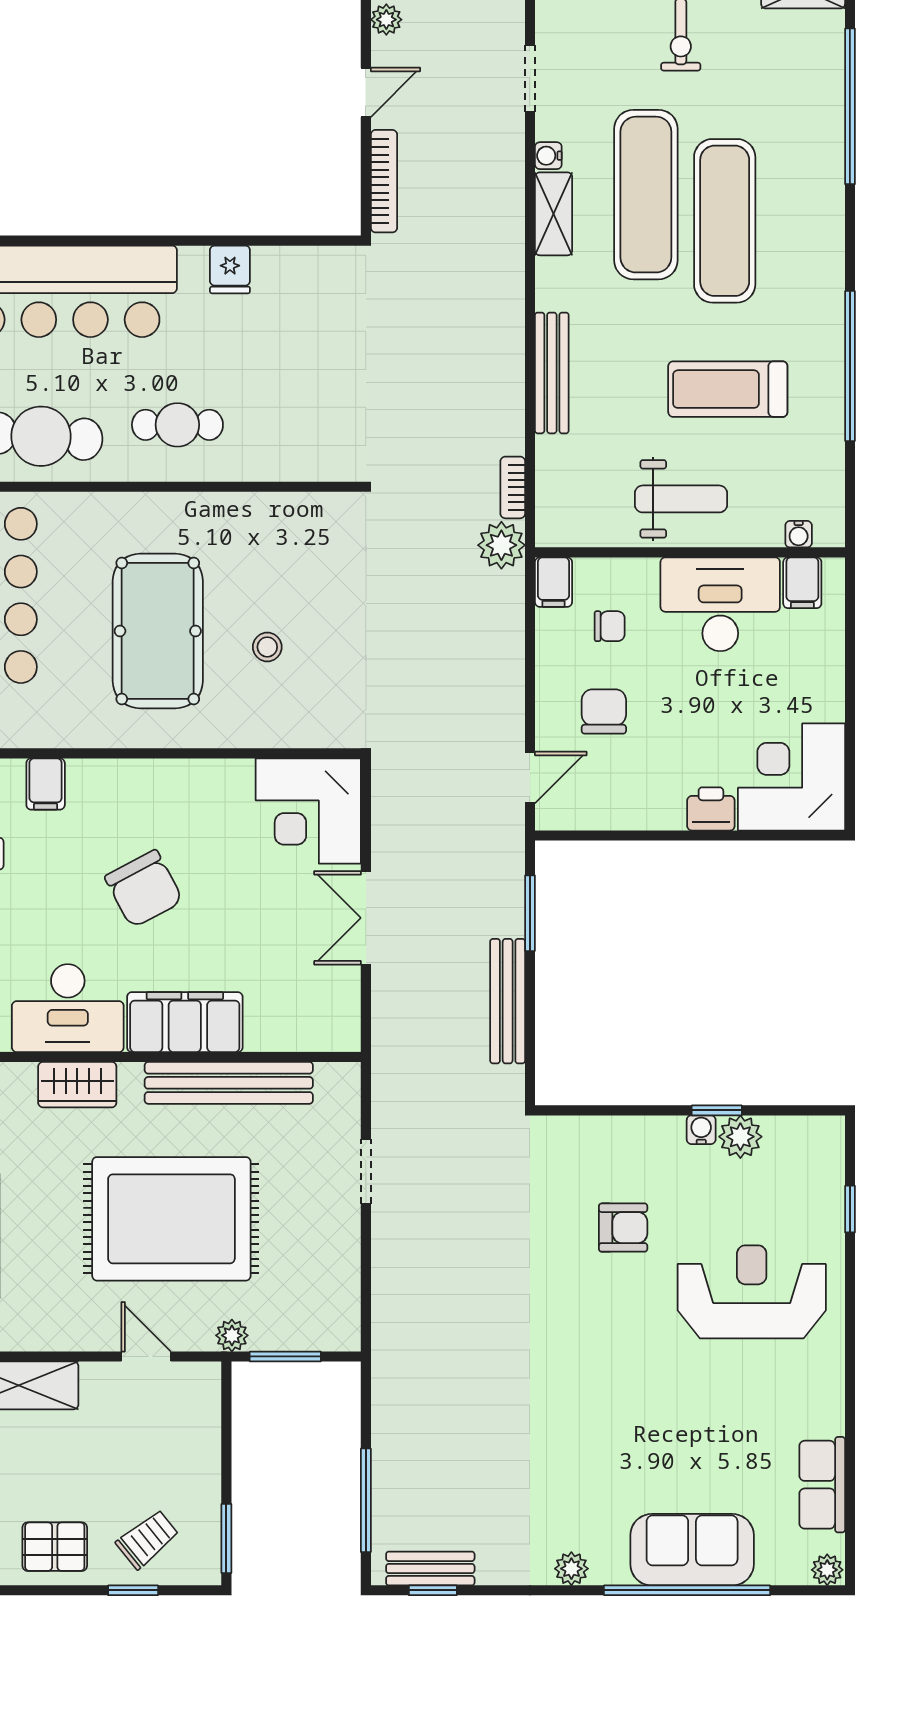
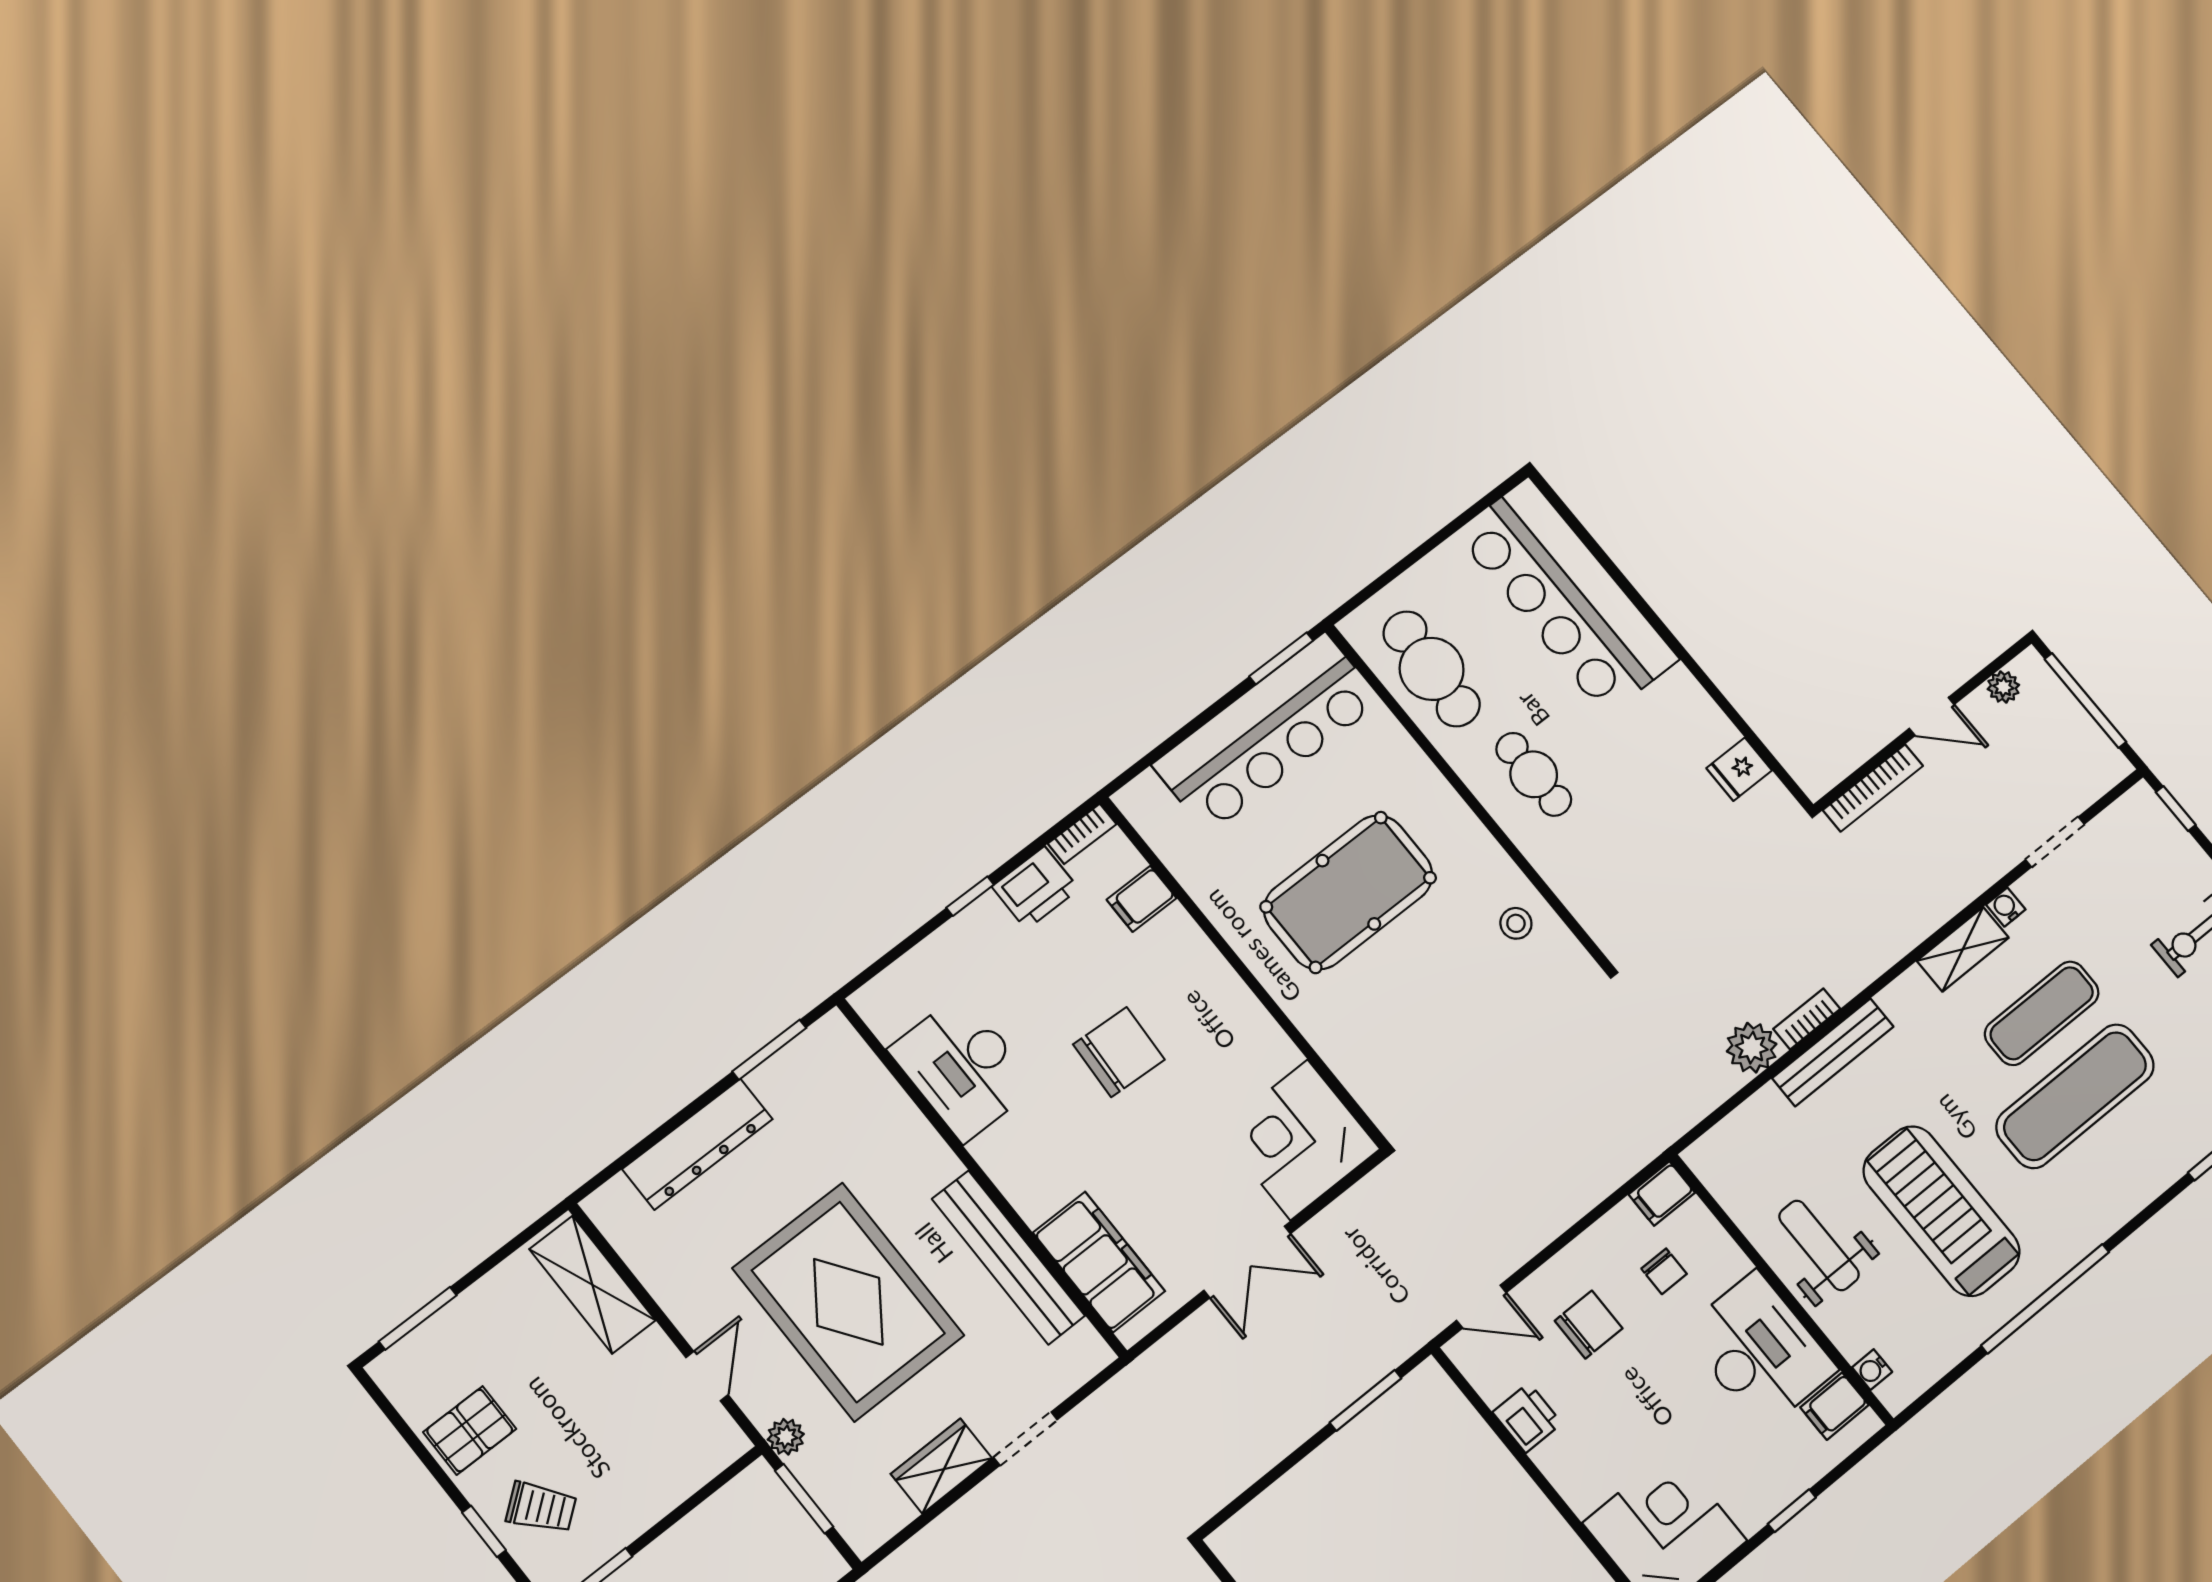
exercise mat: (646, 195) -> (2042, 1013), width x0.73, depth x0.69
fridge: (230, 269) -> (1739, 769), moved
treadmill: (728, 389) -> (1941, 1211), width x1.37, depth x1.38
bookcase: (513, 487) -> (1807, 1019), moved
weight bench: (681, 499) -> (1819, 1245), turned 180
plant: (501, 545) -> (1752, 1048), moved
stool: (267, 647) -> (1516, 923), moved
window: (850, 674) -> (1792, 1511), added
printer: (711, 809) -> (1527, 1418), moved
chair: (144, 889) -> (1119, 1052), turned -149
double door: (366, 918) -> (1247, 1262), swing flipped
bench: (508, 1001) -> (1274, 1442), removed
filing cabinet: (185, 1022) -> (1099, 1262), moved
wardrobe: (77, 1085) -> (941, 1466), moved, turned 90
pallet: (55, 1547) -> (470, 1430), turned 90

